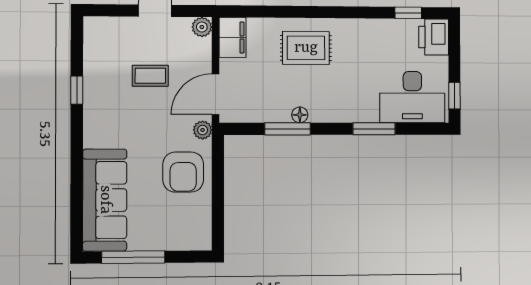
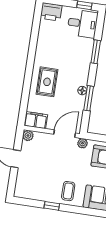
window: (408, 13) -> (36, 24), removed
coffee table: (150, 76) -> (68, 191), moved
door: (215, 94) -> (65, 134), swing flipped
desk: (412, 97) -> (83, 24), width x0.73

